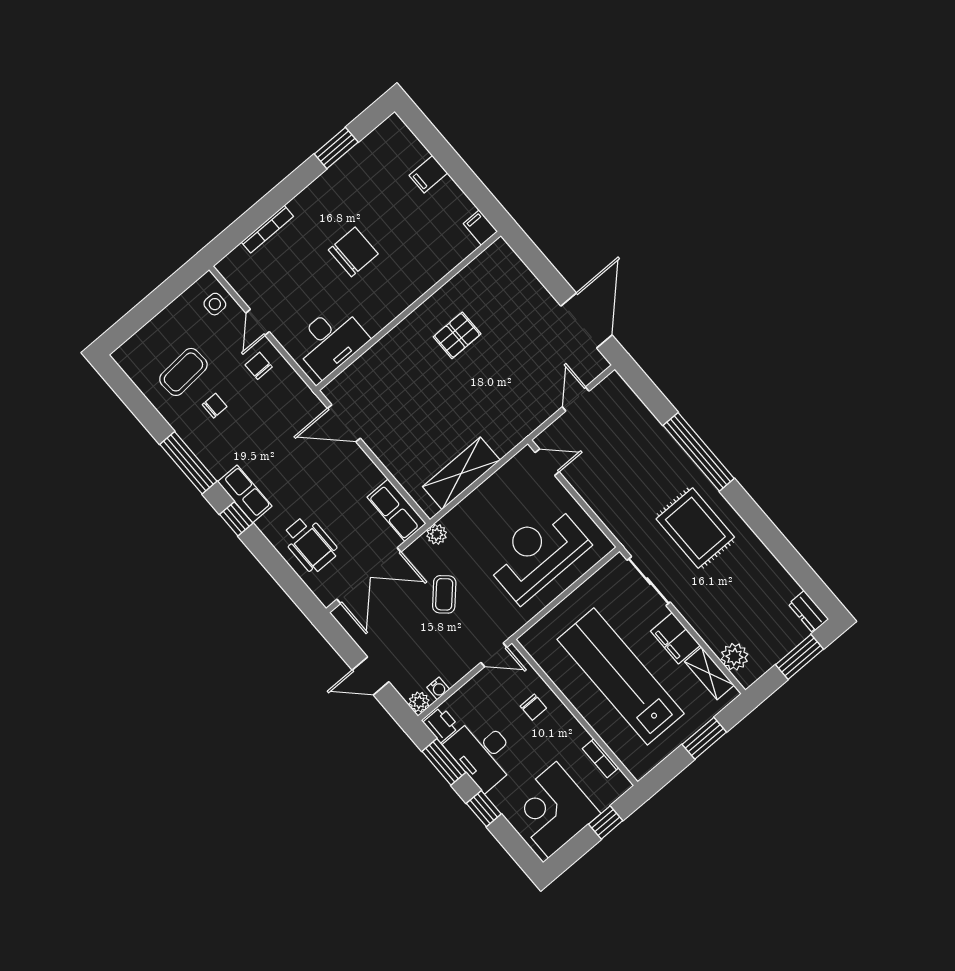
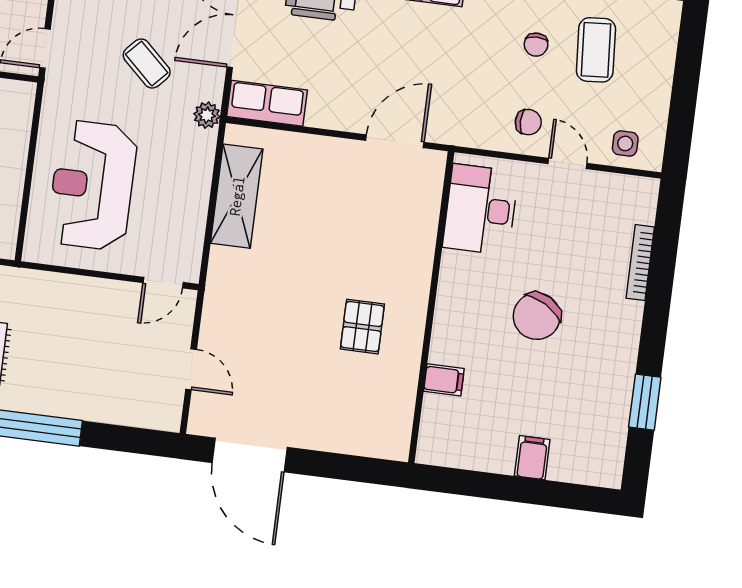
filing cabinet: (480, 228) -> (444, 380), moved
chair: (353, 252) -> (537, 316), turned 30
reception desk: (537, 553) -> (92, 185), turned 180

